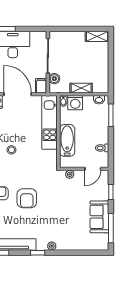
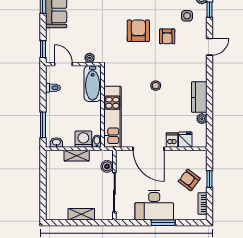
shelving: (97, 36) -> (81, 214), moved
filing cabinet: (41, 86) -> (122, 158), removed
bathtub: (67, 140) -> (93, 84), moved
door: (93, 169) -> (63, 64), hinge flipped
window: (111, 192) -> (43, 49), moved

